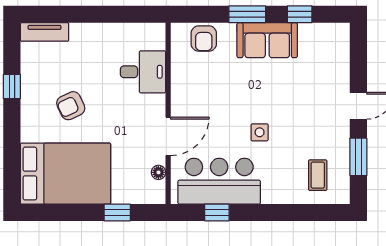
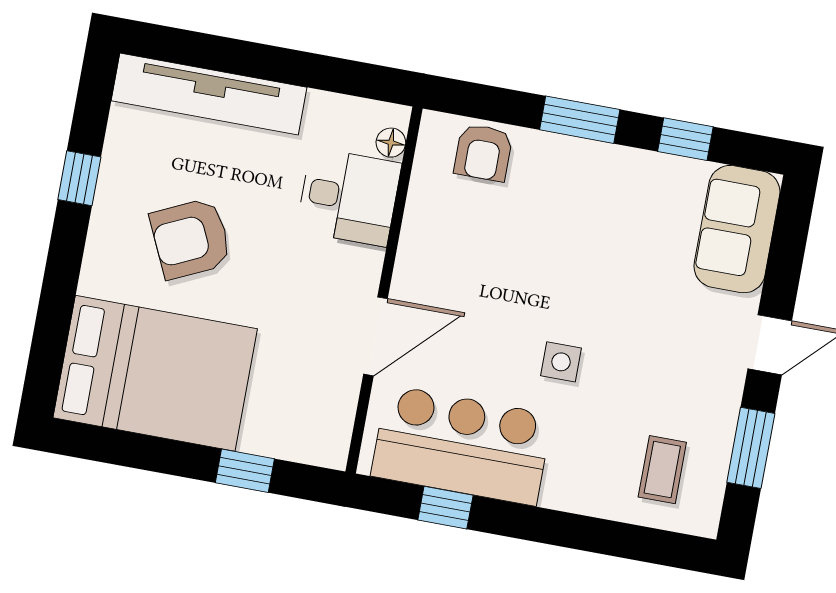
tv unit: (45, 32) -> (209, 94), width x1.92, depth x1.29
sofa: (267, 40) -> (737, 229), moved, turned 90
armchair: (71, 106) -> (191, 239), width x1.38, depth x1.38
floor lamp: (158, 172) -> (391, 143), moved

